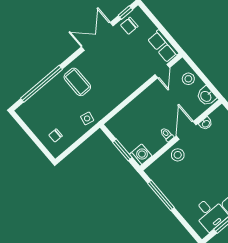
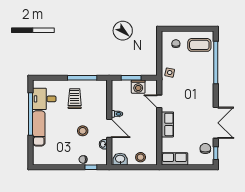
door: (162, 71) -> (159, 101), moved
row of seats: (137, 80) -> (167, 124), added
coffee table: (77, 82) -> (199, 45), moved
washing machine: (141, 155) -> (138, 87), moved
stool: (178, 155) -> (83, 131), moved
trolley: (186, 186) -> (75, 99), added

